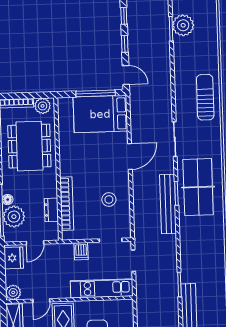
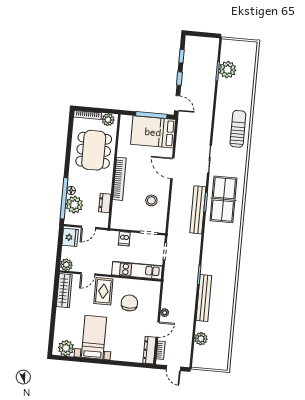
door: (130, 157) -> (172, 168), swing flipped
bookcase: (67, 204) -> (119, 179), moved

